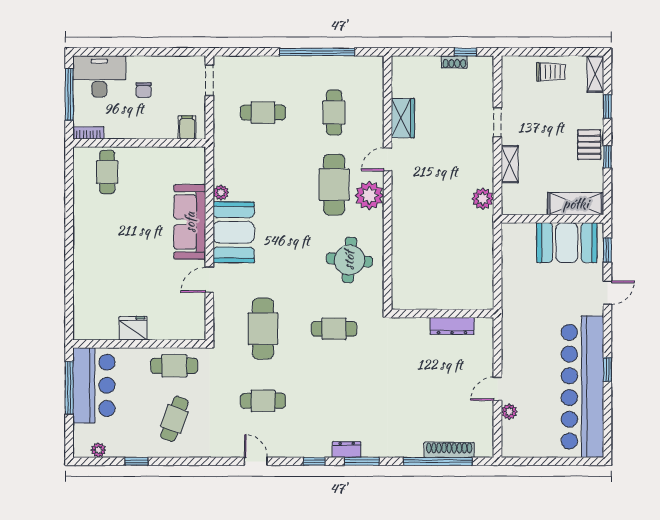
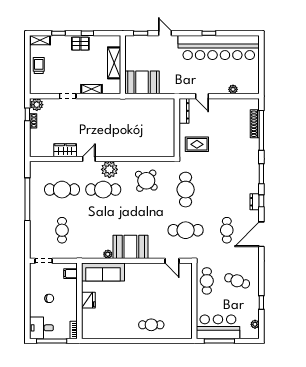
desk: (99, 76) -> (41, 328), width x0.73
cafe table: (334, 113) -> (62, 190), width x1.37, depth x1.35
door: (388, 159) -> (89, 159), swing flipped
cafe table: (107, 172) -> (151, 325), moved
plant: (483, 199) -> (37, 105), moved
shelving: (576, 204) -> (114, 63), moved
sofa: (190, 222) -> (103, 272), moved
booth: (567, 243) -> (142, 82), moved, turned 90
round table: (349, 260) -> (146, 181), turned 35
door: (209, 280) -> (172, 261), moved
dresser: (452, 326) -> (184, 111), moved
fridge: (133, 328) -> (88, 300), moved, turned 180
cafe table: (334, 329) -> (186, 190), width x1.37, depth x1.35
rug: (413, 349) -> (197, 144), added
door: (498, 389) -> (202, 96), moved
dresser: (347, 450) -> (255, 202), moved
door: (256, 461) -> (261, 234), width x1.88

